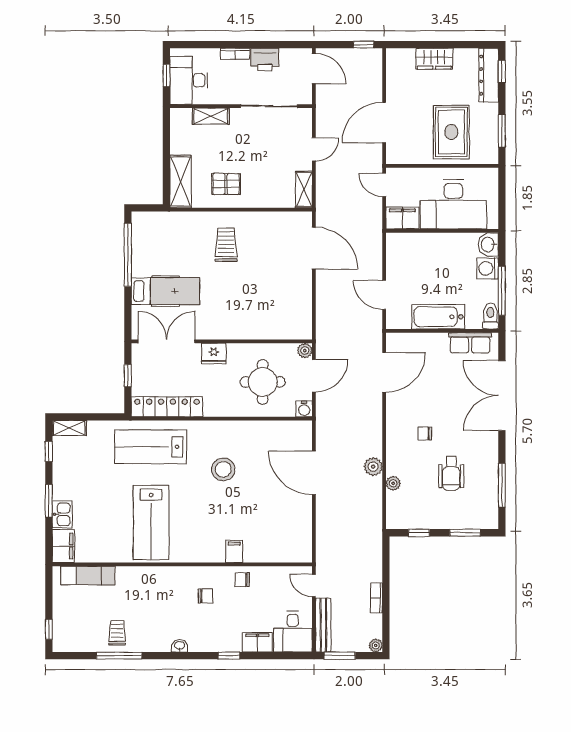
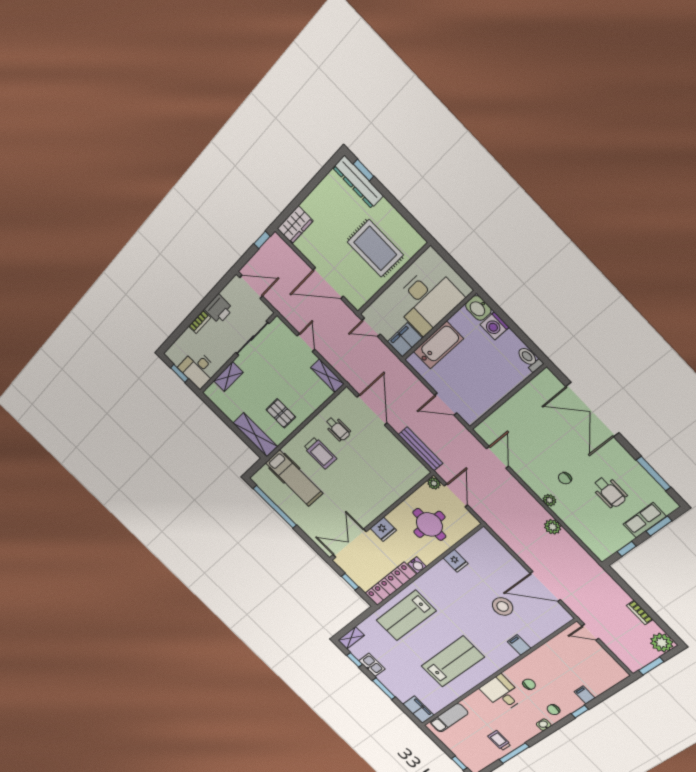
wardrobe: (434, 59) -> (295, 225), moved
desk: (189, 80) -> (198, 369), width x0.73
door: (384, 123) -> (328, 283), hinge flipped
window: (502, 131) -> (407, 215), removed
pallet: (226, 184) -> (281, 413), turned 90
wheelchair: (265, 238) -> (338, 429), added
trolley: (226, 245) -> (320, 453), turned 180
door: (314, 248) -> (372, 410), hinge flipped
hospital bed: (165, 291) -> (294, 478), moved, turned 90
window: (502, 291) -> (520, 334), removed
bathtub: (438, 317) -> (438, 345), moved, turned 180
row of seats: (470, 343) -> (645, 520), moved, turned 180
door: (384, 372) -> (498, 457), width x0.73
water cooler: (304, 409) -> (417, 565), moved
fridge: (253, 432) -> (456, 561), added
stool: (223, 469) -> (503, 606), moved
door: (314, 473) -> (545, 586), moved
plant: (393, 483) -> (549, 500), moved
kitchen sink: (62, 514) -> (372, 665), moved
lab bench: (151, 523) -> (453, 662), turned -90
chair: (242, 580) -> (553, 710), moved
bench: (323, 625) -> (421, 449), moved
desk: (293, 632) -> (502, 693), moved, turned 180
filing cabinet: (257, 642) -> (585, 695), width x0.50
plant: (376, 645) -> (662, 643), width x1.88, depth x1.88

